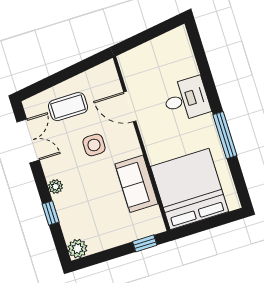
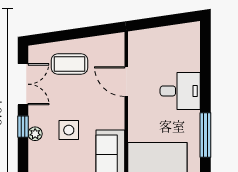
side table: (94, 145) -> (69, 130), moved
window: (51, 213) -> (23, 127), moved

